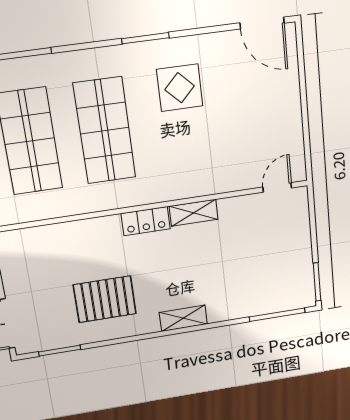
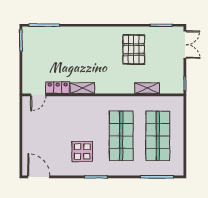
locker: (146, 221) -> (58, 88), moved
pallet: (105, 299) -> (134, 49), turned 90
shelving: (183, 318) -> (147, 88), moved

